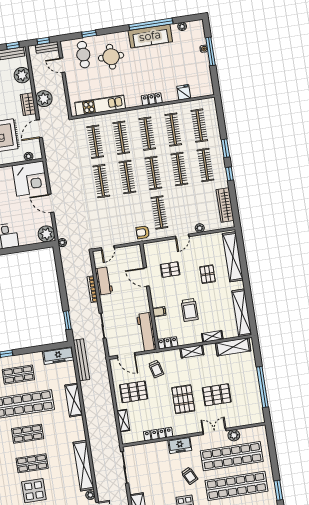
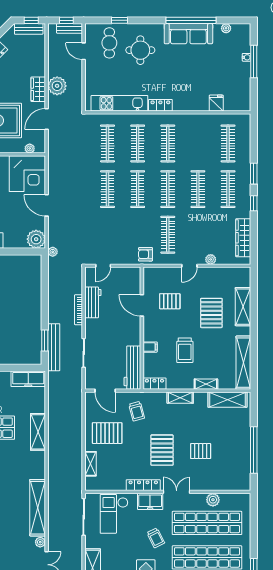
plant: (22, 75) -> (36, 55), removed
locker: (152, 99) -> (160, 105), moved
clothes rail: (173, 130) -> (198, 143), removed
shelving: (233, 257) -> (243, 307), width x0.68
pallet: (208, 274) -> (211, 313), width x1.50, depth x1.42
bench: (81, 360) -> (54, 347), moved
pallet: (217, 395) -> (201, 451), width x0.67, depth x0.71
double door: (214, 431) -> (177, 492), moved
locker: (158, 434) -> (143, 485), moved
checkout: (150, 461) -> (114, 514), added

